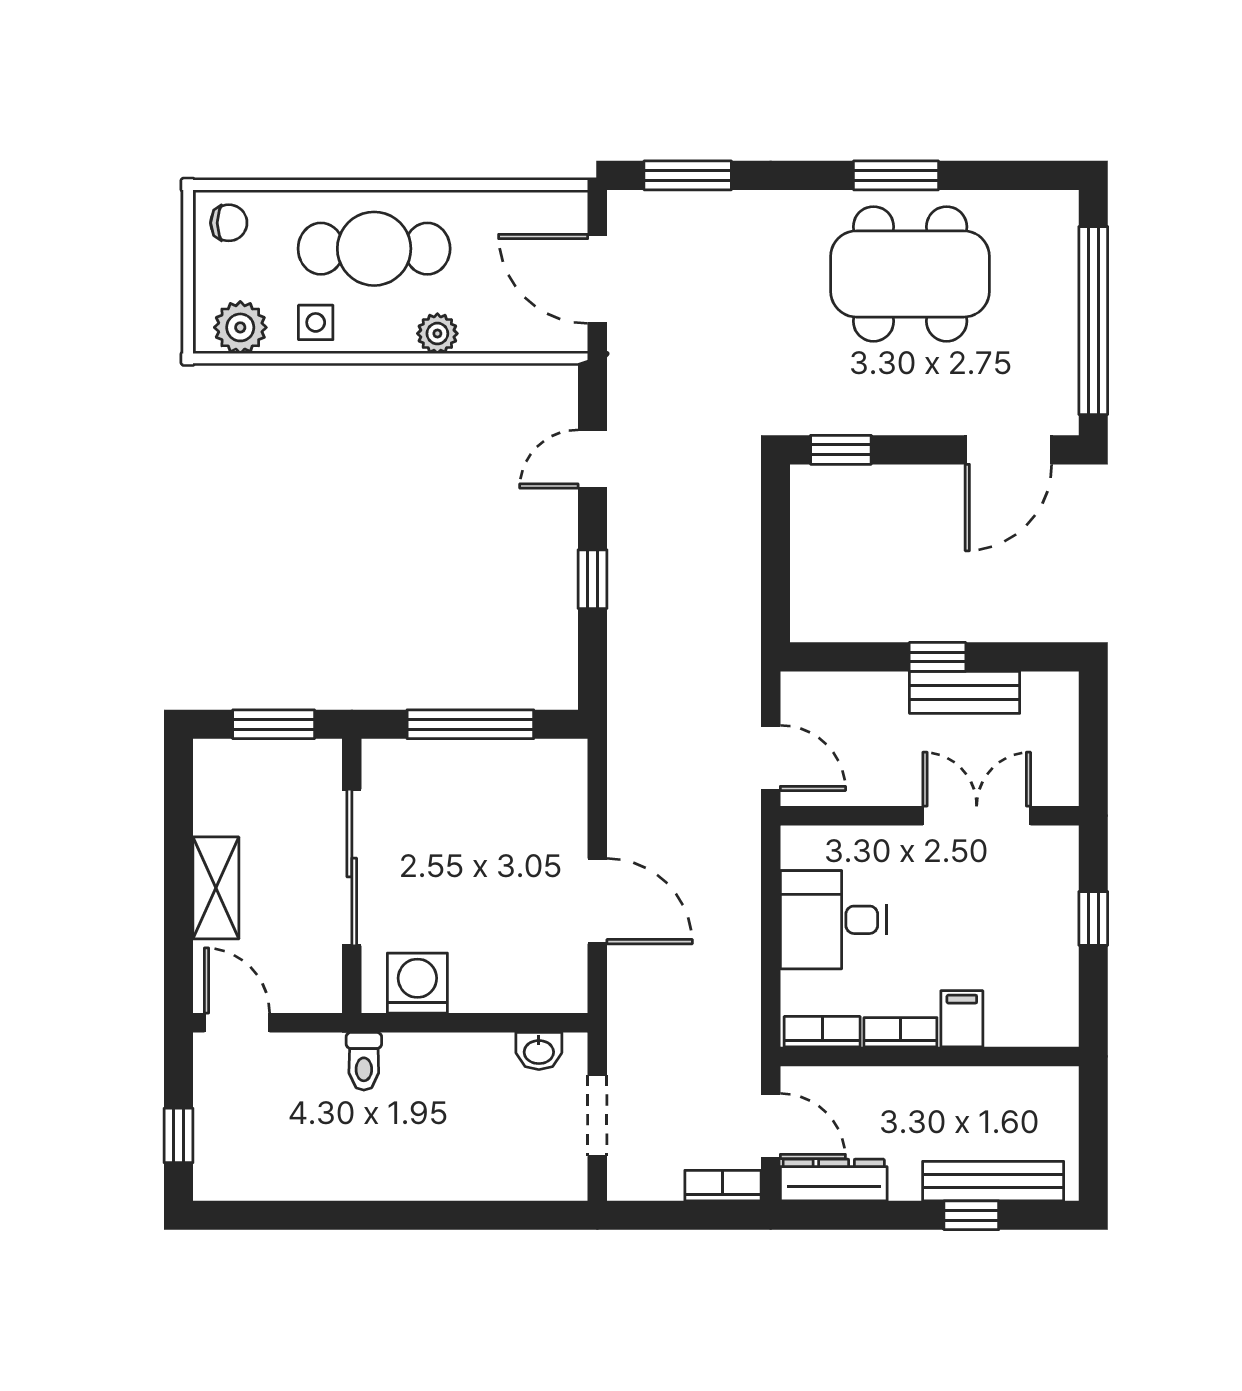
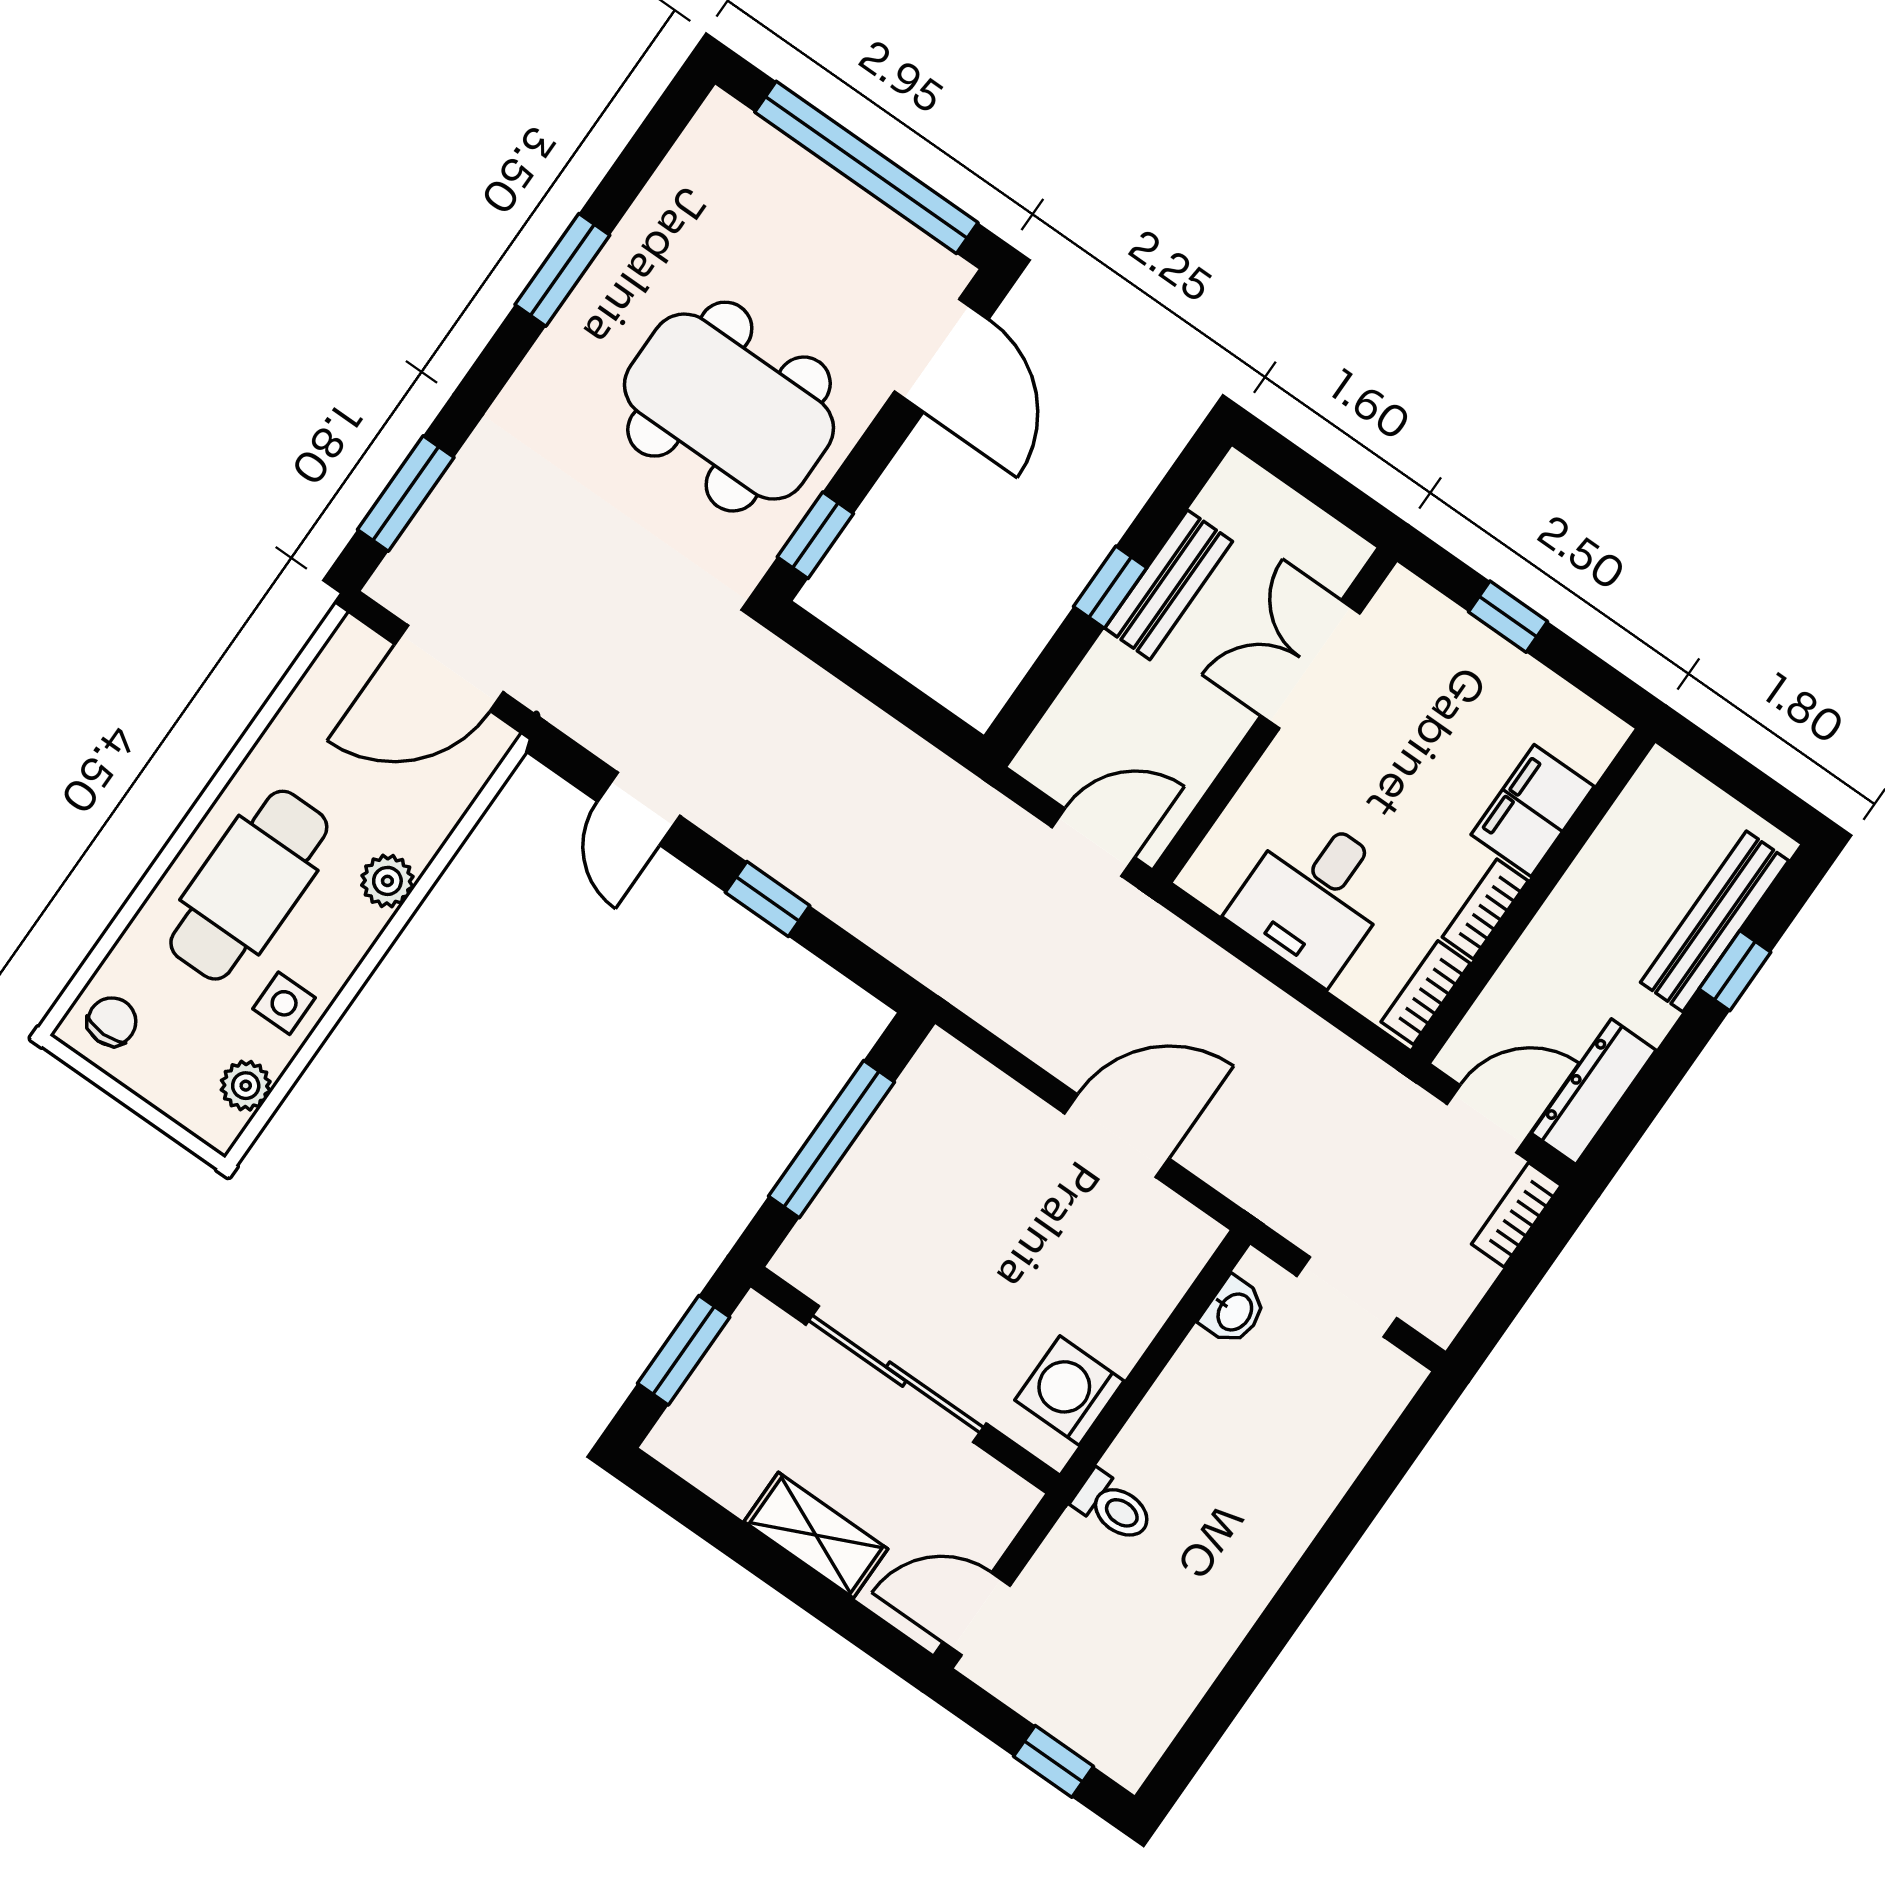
dining table: (910, 274) -> (729, 407), moved, turned 90
plant: (240, 327) -> (246, 1086), width x0.73, depth x0.73
filing cabinet: (962, 1019) -> (1533, 810), width x2.00

